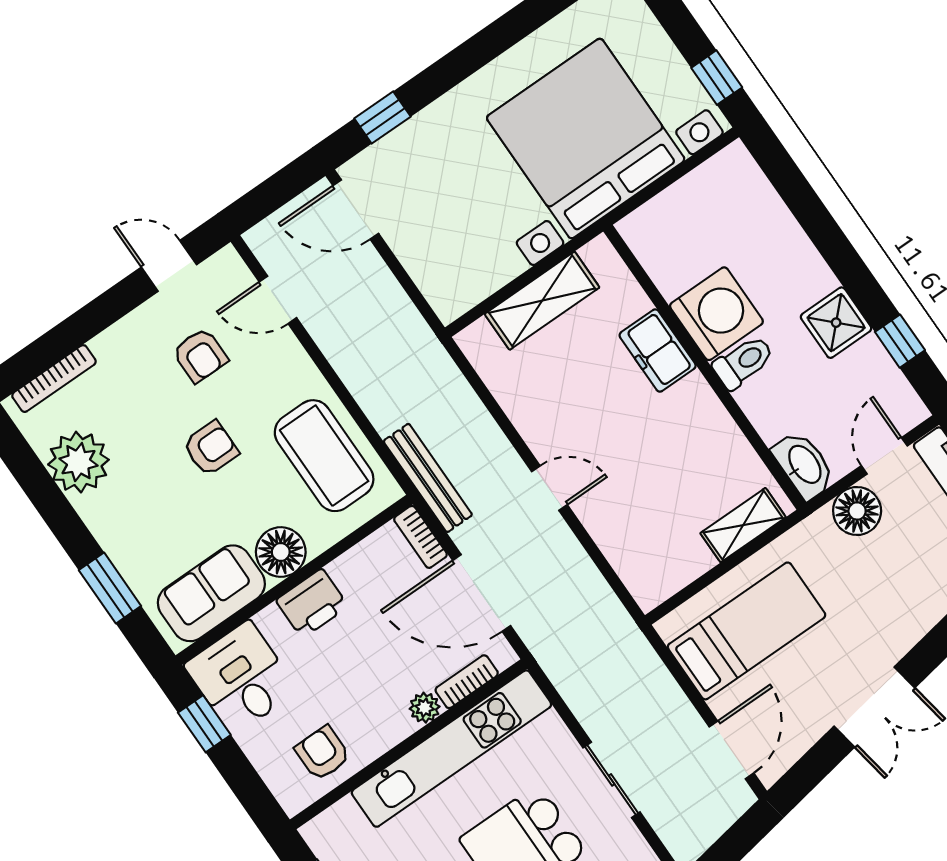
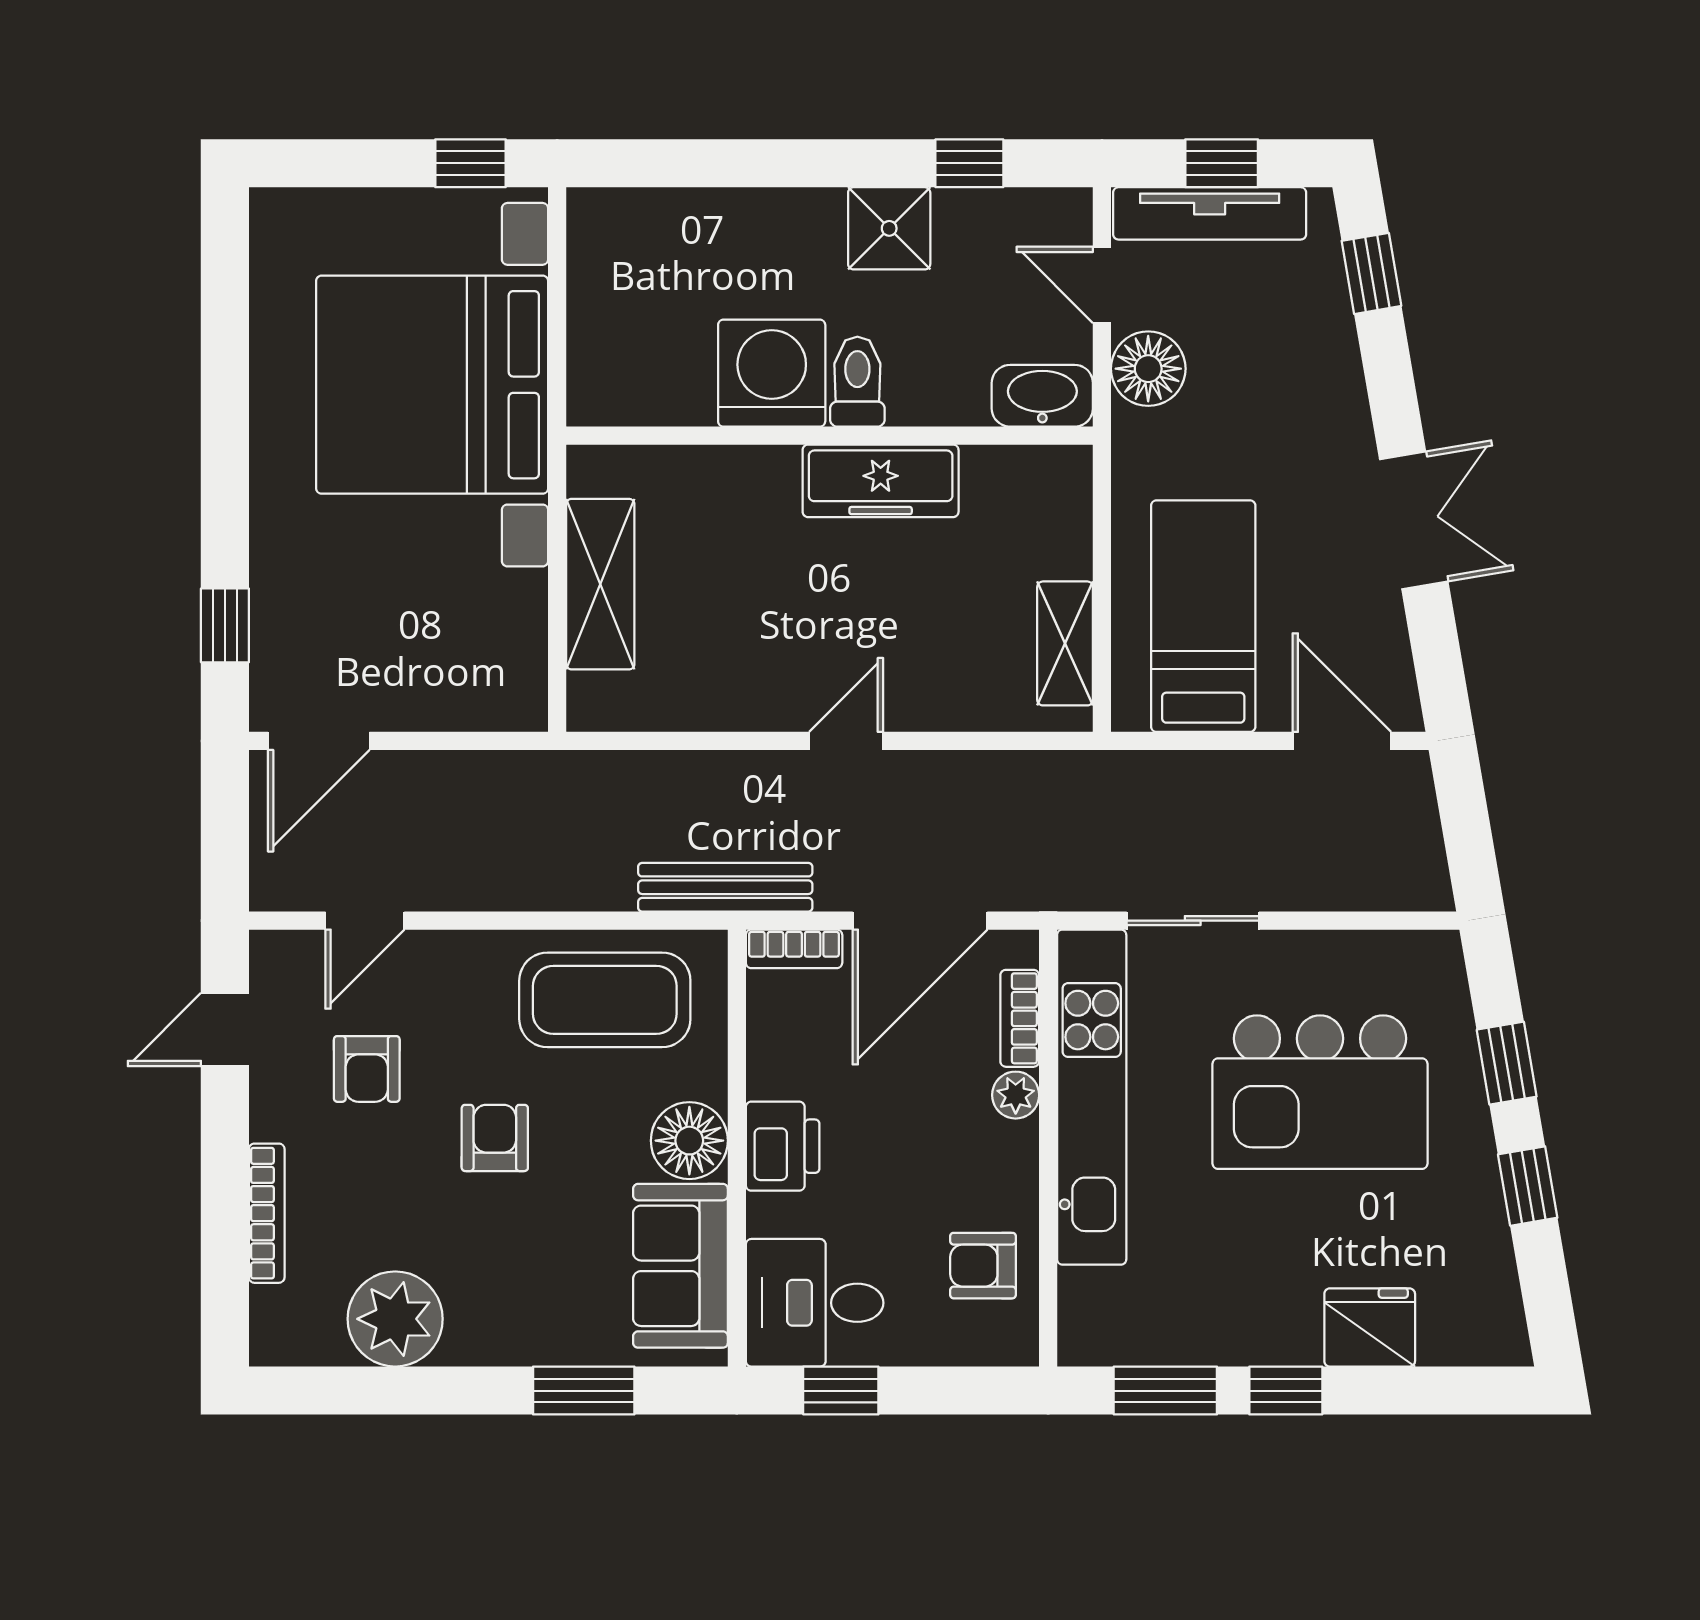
freezer: (658, 351) -> (881, 481), moved, width x1.40
armchair: (200, 355) -> (367, 1069), turned 90
bookcase: (54, 379) -> (267, 1213), moved
shelving: (743, 525) -> (1065, 643), moved
sliding door: (612, 780) -> (1193, 921), moved

